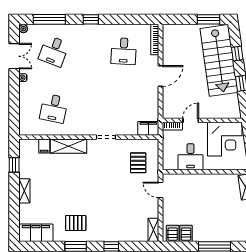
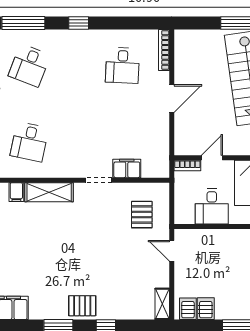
filing cabinet: (148, 128) -> (127, 168), moved
pallet: (76, 223) -> (82, 306), moved

